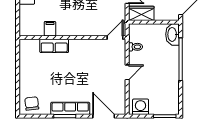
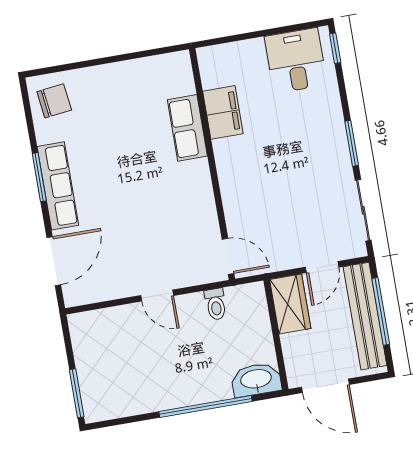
filing cabinet: (50, 29) -> (223, 112), width x2.00
washing machine: (141, 107) -> (88, 337), removed

